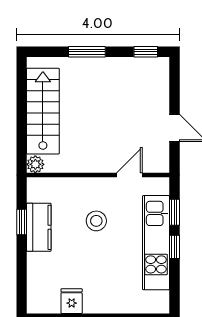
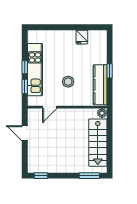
window: (87, 52) -> (89, 176), moved
window: (22, 222) -> (110, 71), moved
kitchen counter: (39, 227) -> (100, 85), width x1.50

